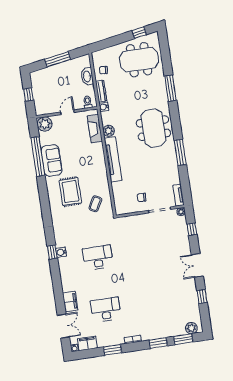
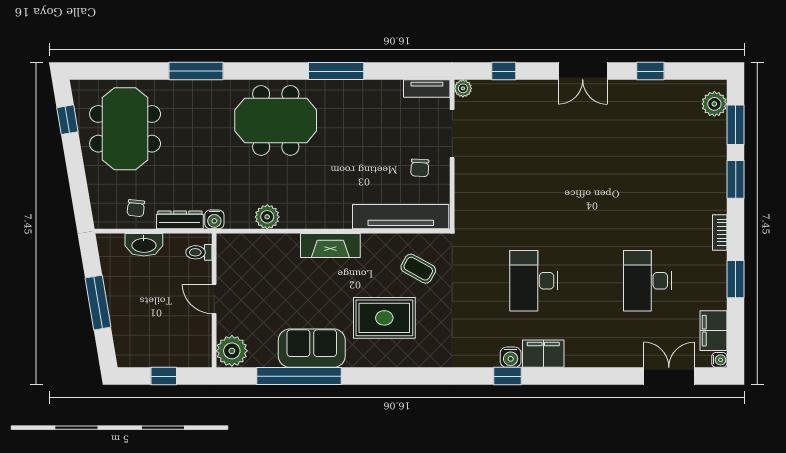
fireplace: (95, 129) -> (330, 246), moved
tv unit: (113, 159) -> (401, 217), moved
filing cabinet: (70, 302) -> (543, 354), moved

